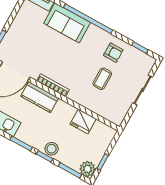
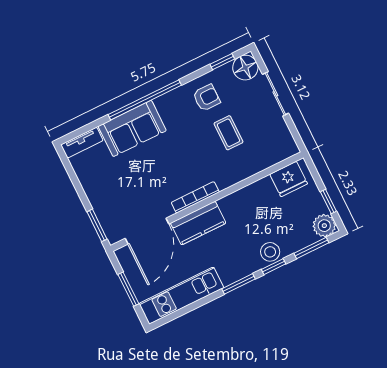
floor lamp: (146, 63) -> (245, 68), added
fridge: (83, 121) -> (289, 179), moved

